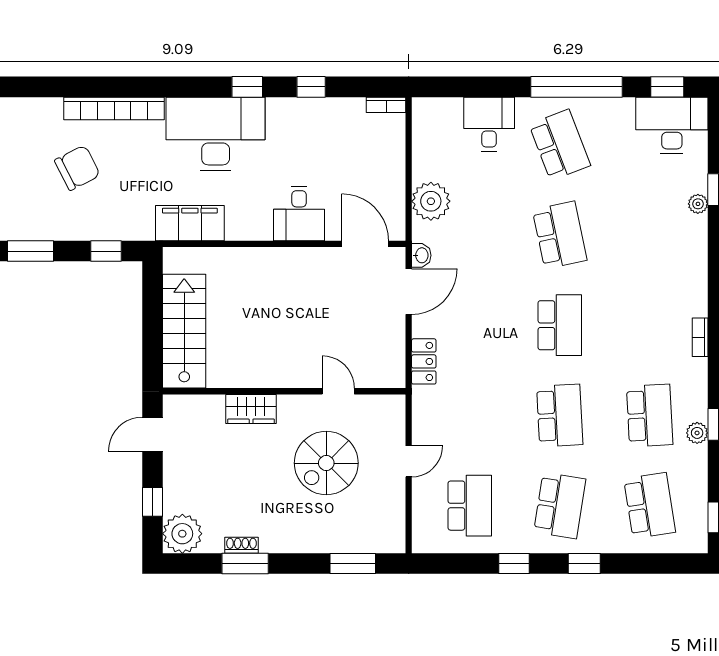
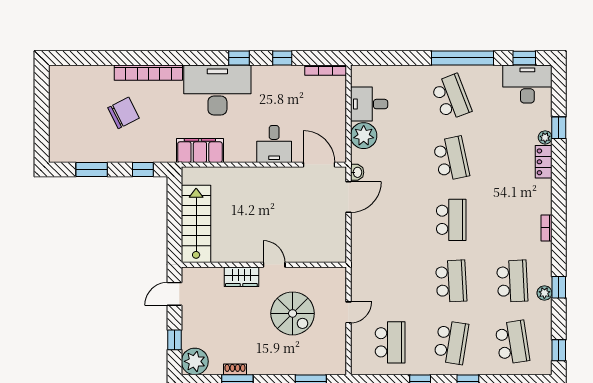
bookcase: (386, 105) -> (326, 70), width x1.56
desk: (489, 124) -> (369, 104), moved, turned -90
locker: (424, 361) -> (544, 162), moved, turned 180
door: (338, 391) -> (274, 265), moved
spiral stairs: (326, 463) -> (293, 313), turned -90

